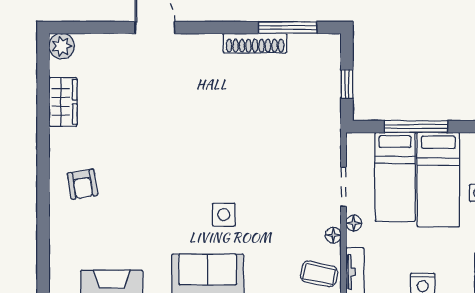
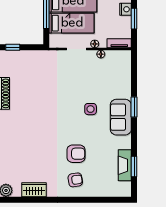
window: (347, 84) -> (13, 47), moved
armchair: (135, 186) -> (76, 154), added
coffee table: (319, 274) -> (120, 61), removed

